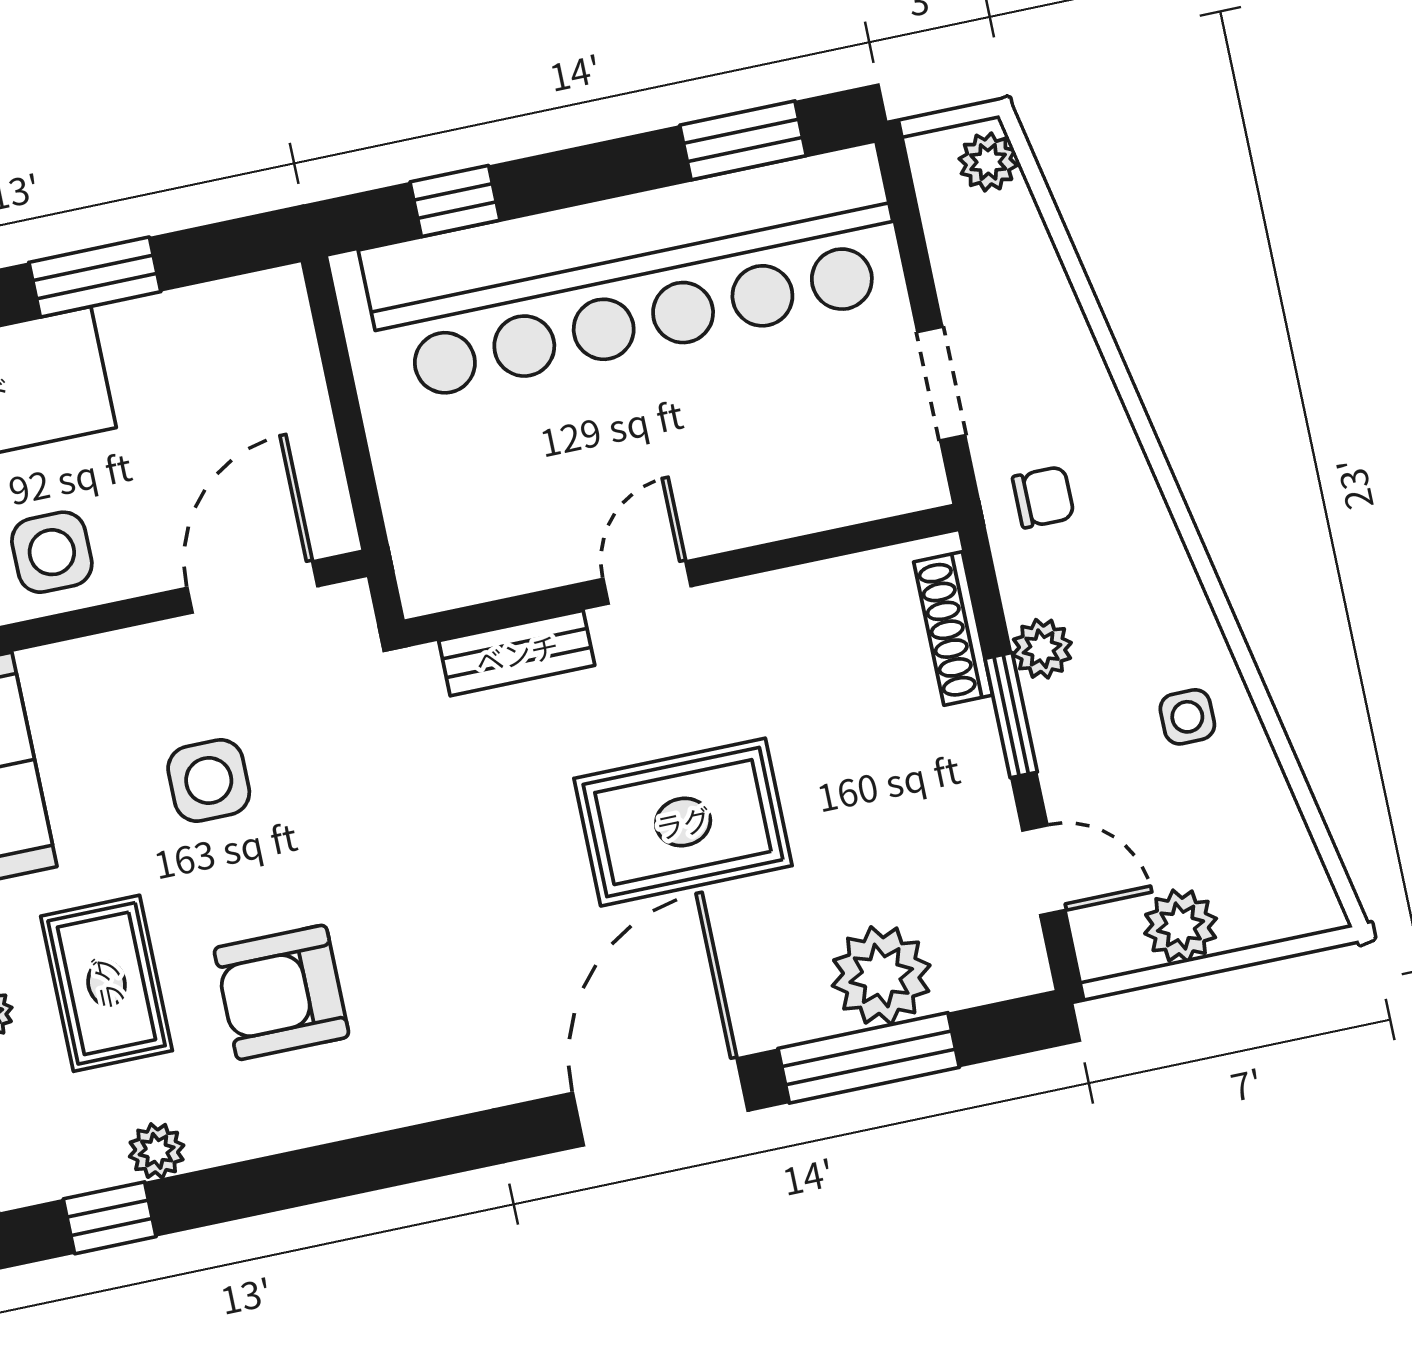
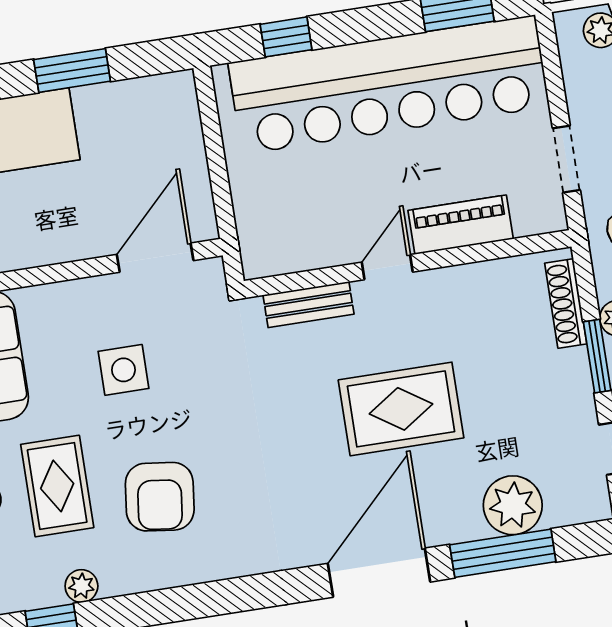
piano: (768, 504) -> (461, 225), added
side table: (52, 552) -> (38, 231), removed
armchair: (281, 992) -> (160, 497), turned -83

